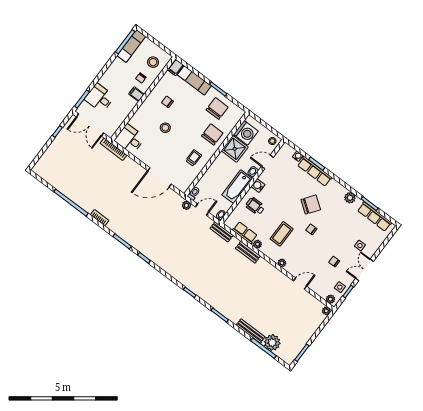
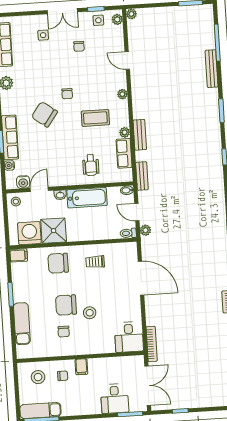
filing cabinet: (176, 67) -> (19, 255), moved
chair: (217, 108) -> (66, 305), moved
door: (267, 162) -> (39, 189), swing flipped
water cooler: (258, 186) -> (23, 182), moved
plant: (272, 343) -> (205, 39), removed

